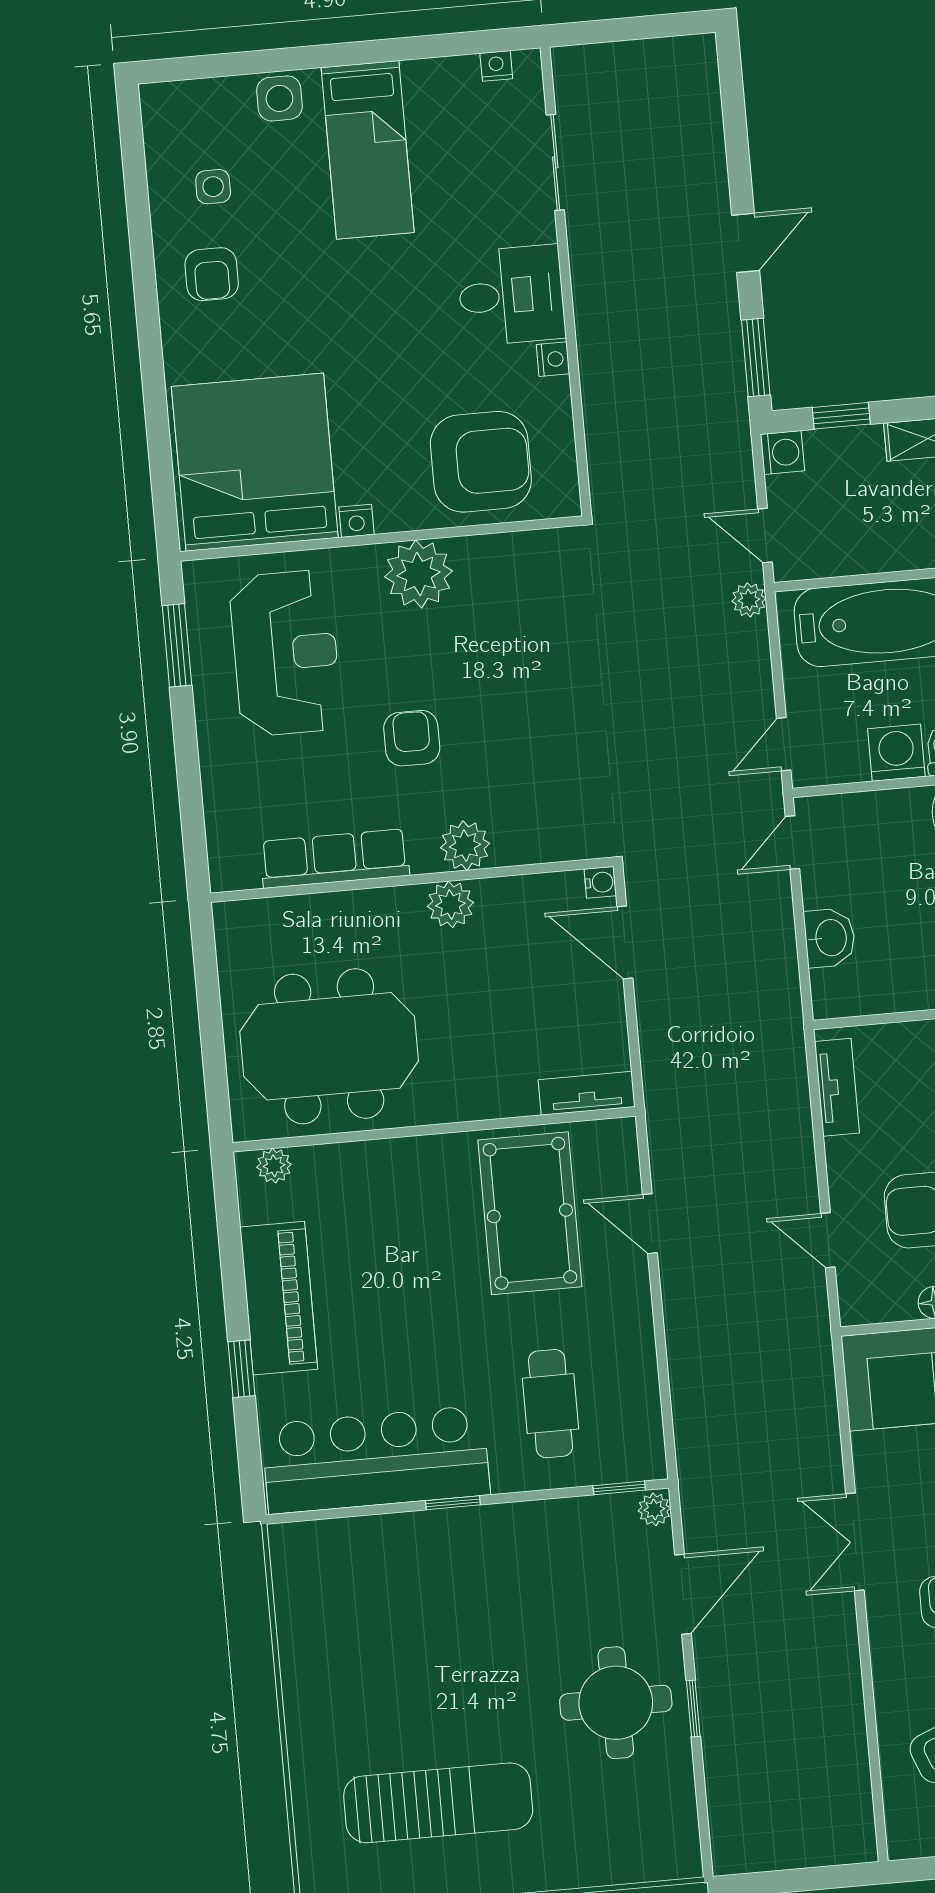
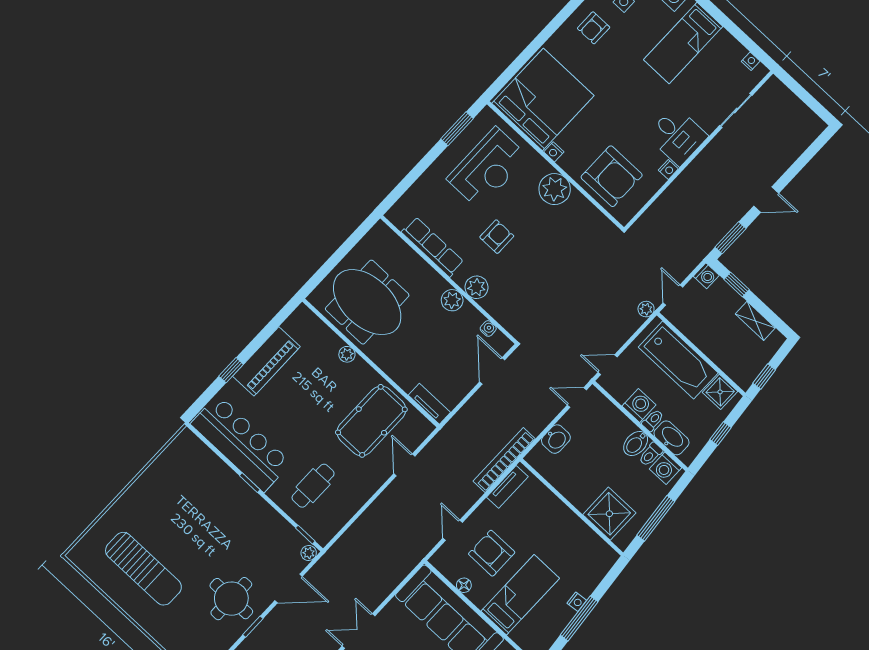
water cooler: (600, 882) -> (488, 329), moved, turned -90
bookcase: (788, 1053) -> (504, 460), added
plant: (274, 1166) -> (347, 354), moved

